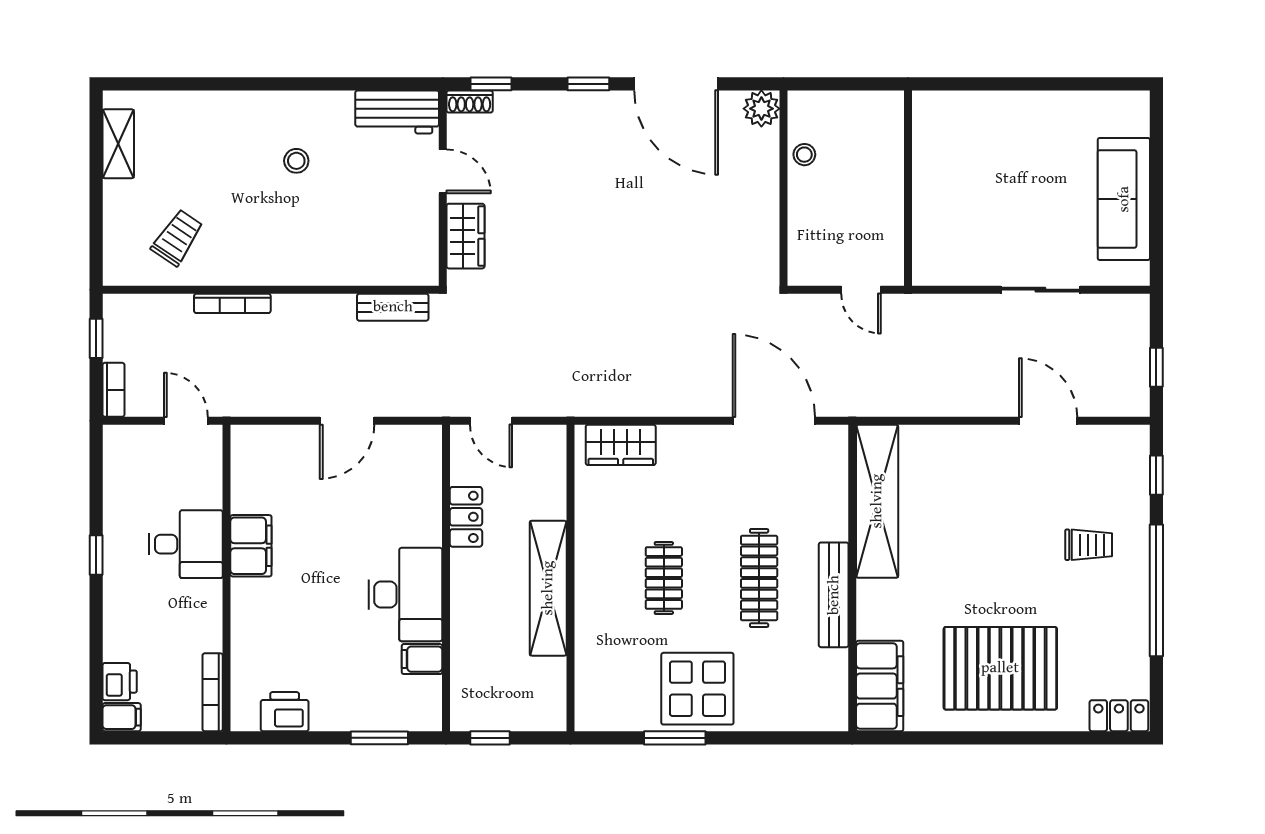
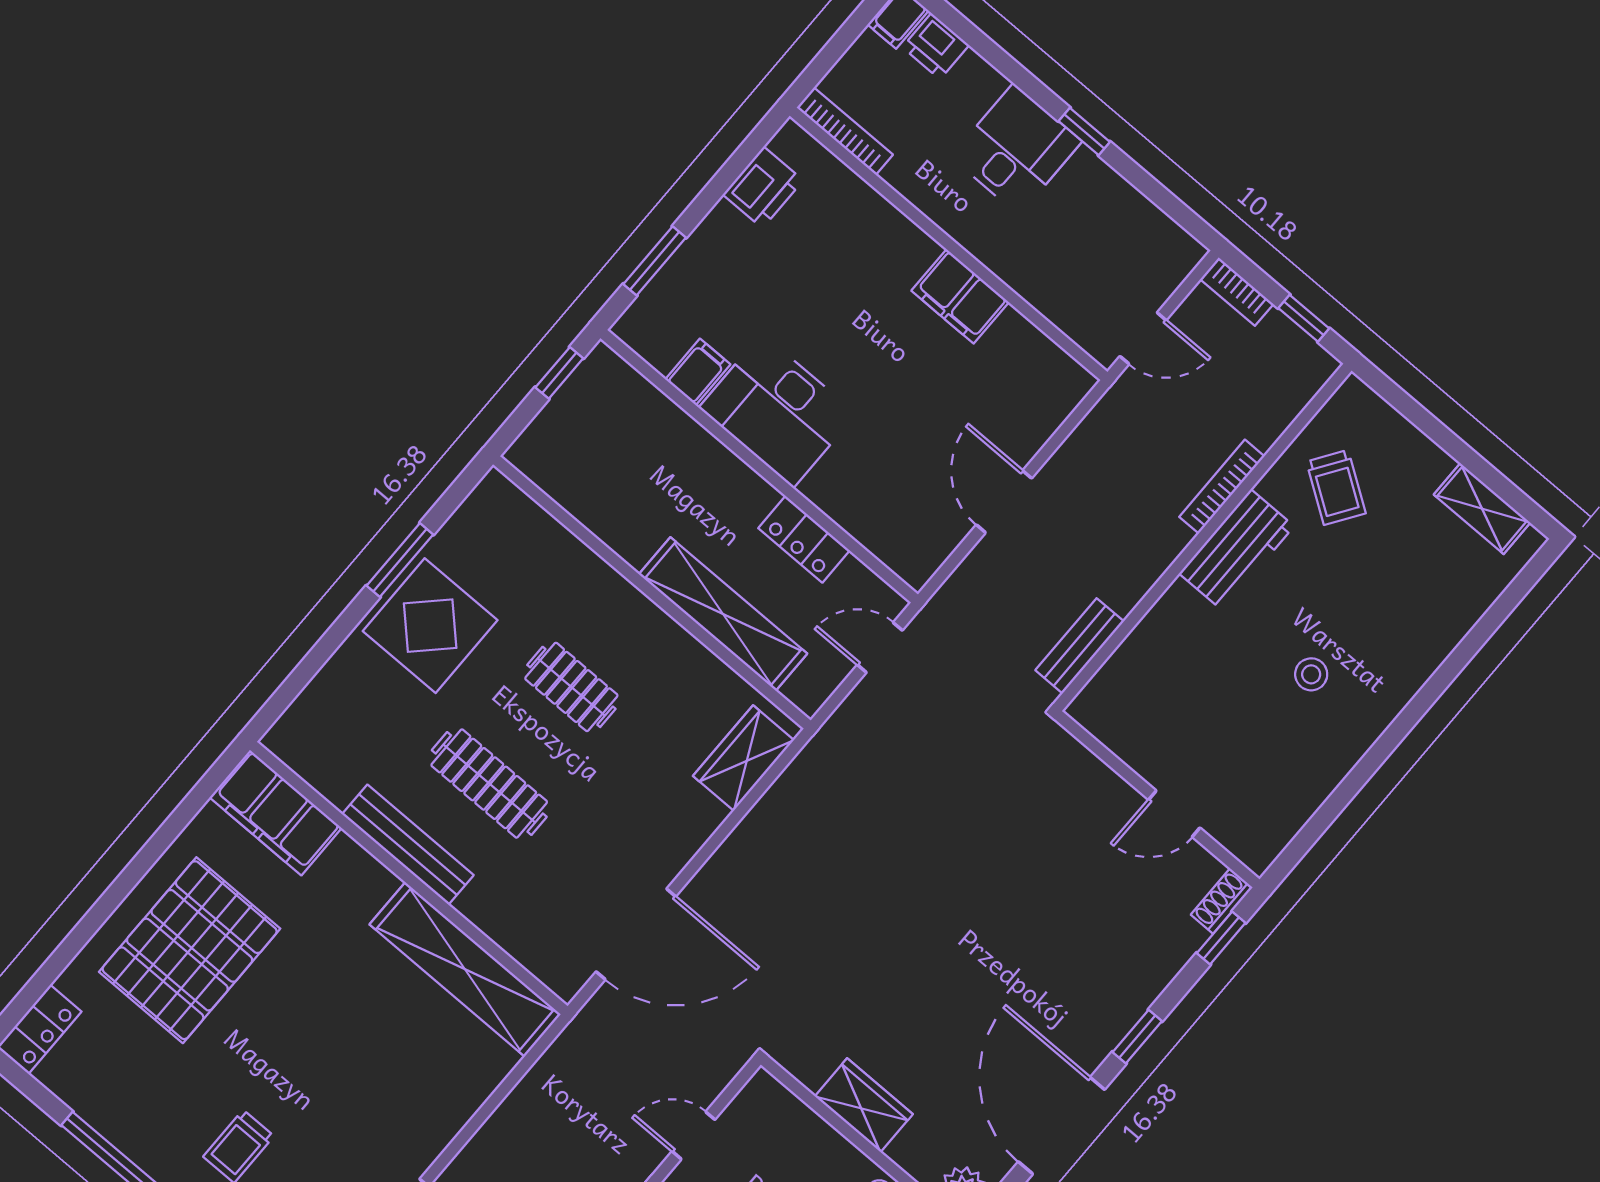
door: (676, 84) -> (1061, 1126), hinge flipped
workbench: (397, 112) -> (1236, 550), moved, turned 180
wardrobe: (466, 236) -> (864, 1105), moved, turned 180
desk: (186, 544) -> (1016, 149), moved, turned 180
shelving: (548, 588) -> (723, 614), moved

